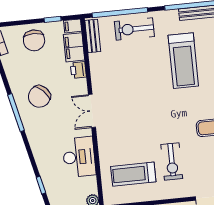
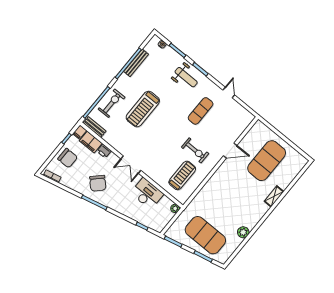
exercise bike: (134, 29) -> (112, 103), turned 180
treadmill: (183, 61) -> (143, 109), moved, turned 90
treadmill: (133, 174) -> (182, 175), turned 180

